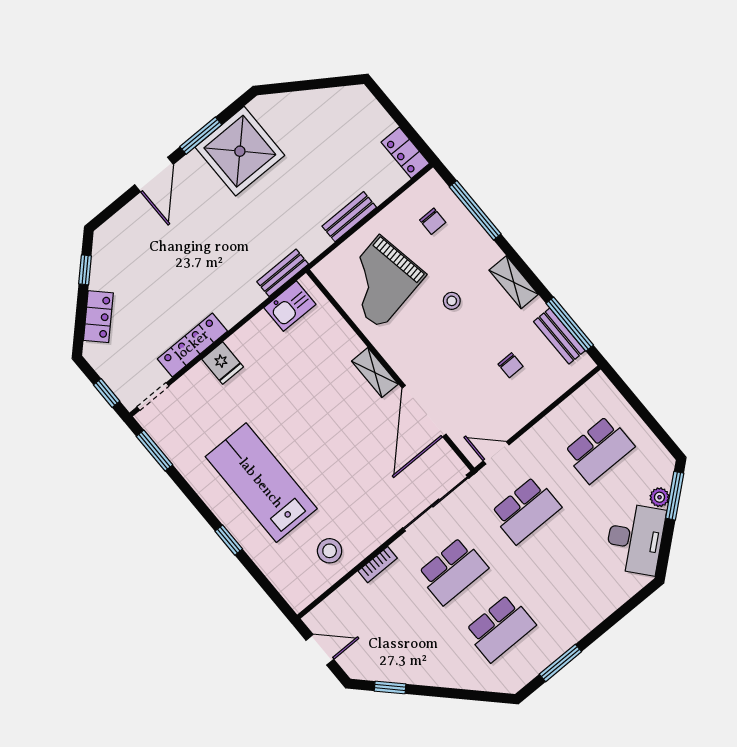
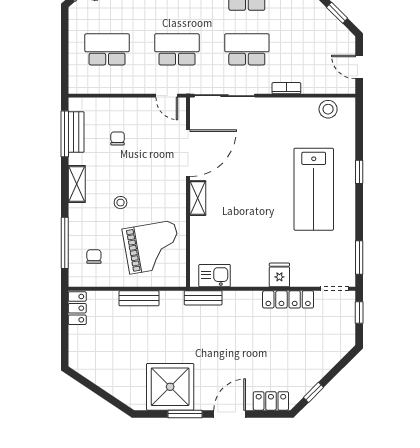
locker: (98, 317) -> (271, 401), moved, turned 45
stool: (330, 551) -> (328, 109), moved

